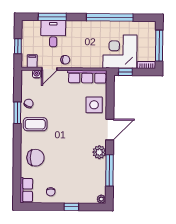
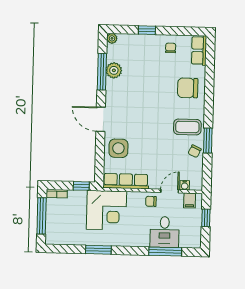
window: (110, 17) -> (98, 250), width x0.47
corner desk: (120, 52) -> (107, 210), moved
door: (110, 130) -> (101, 119), hinge flipped
plant: (99, 152) -> (114, 70), moved

